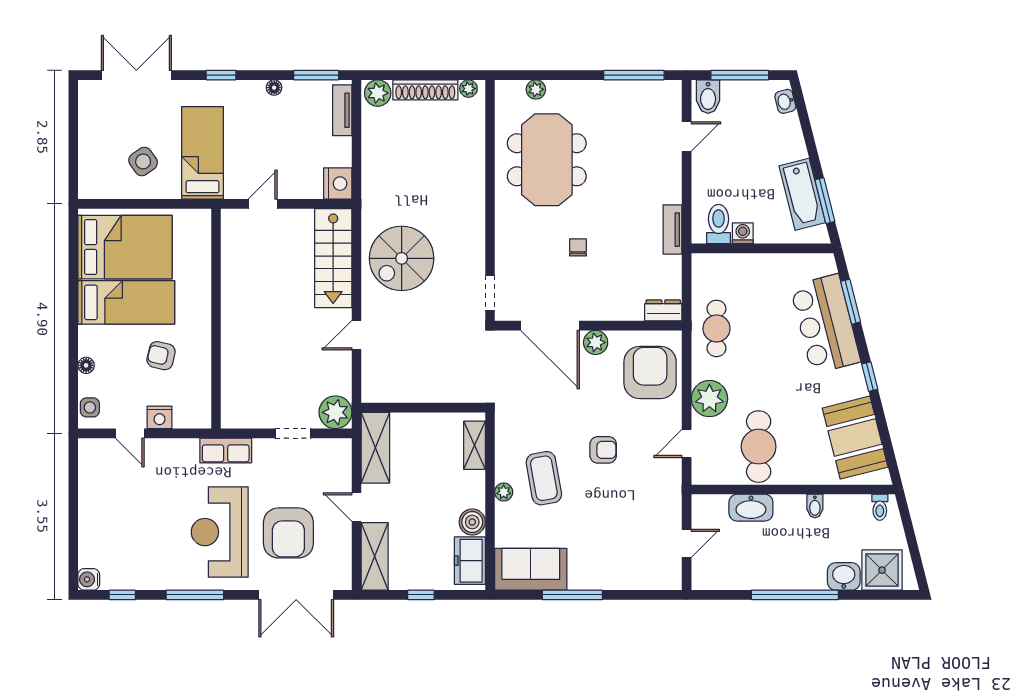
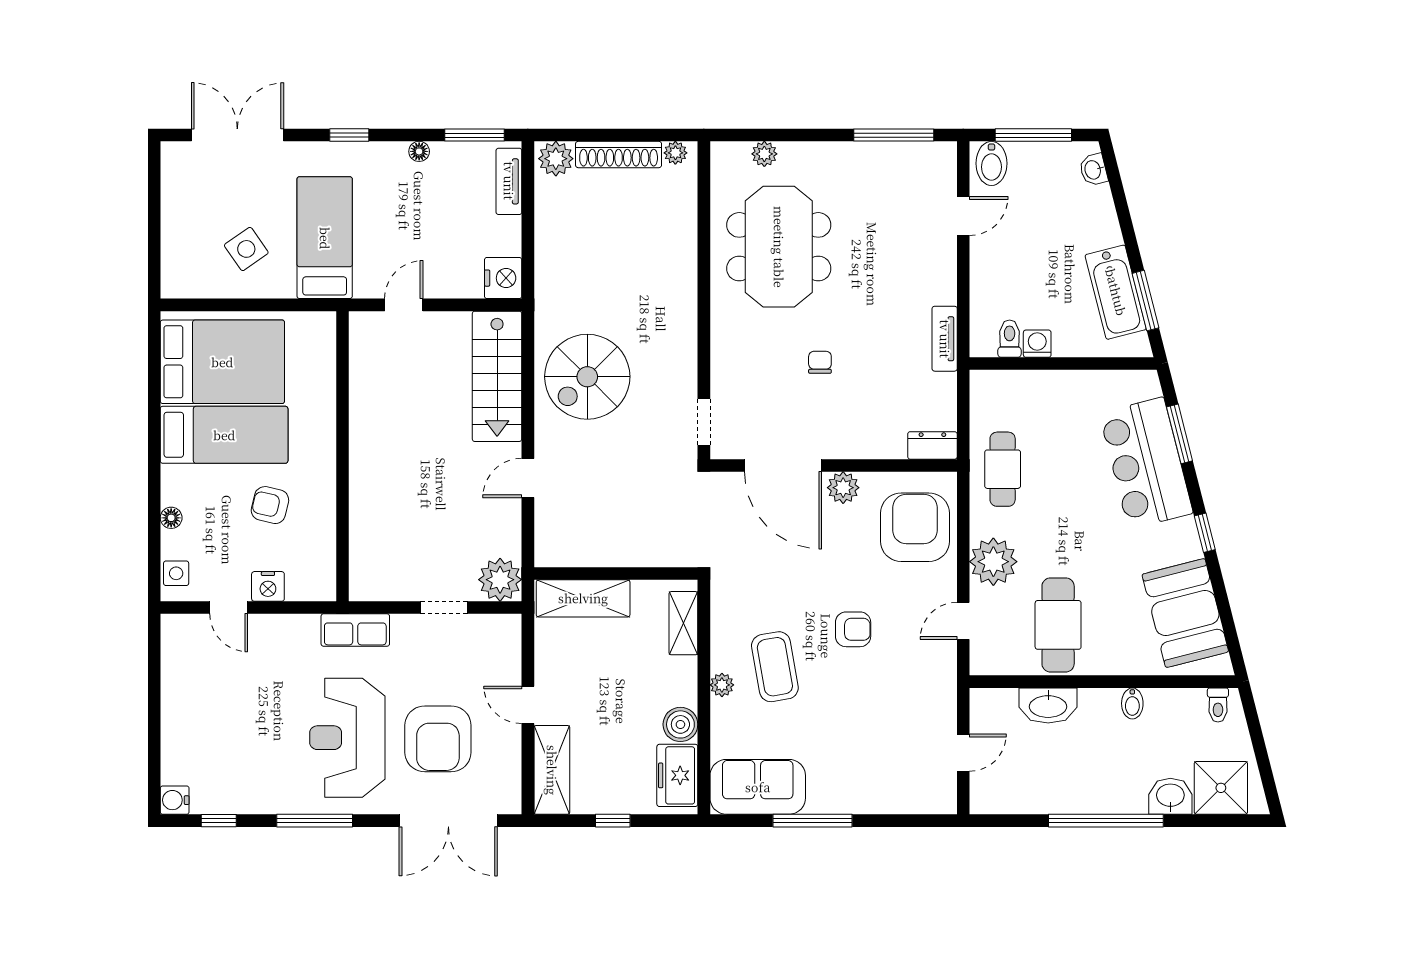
toilet: (719, 224) -> (1010, 339), width x0.73, depth x0.72
shelving: (375, 448) -> (583, 598), moved, turned 90

